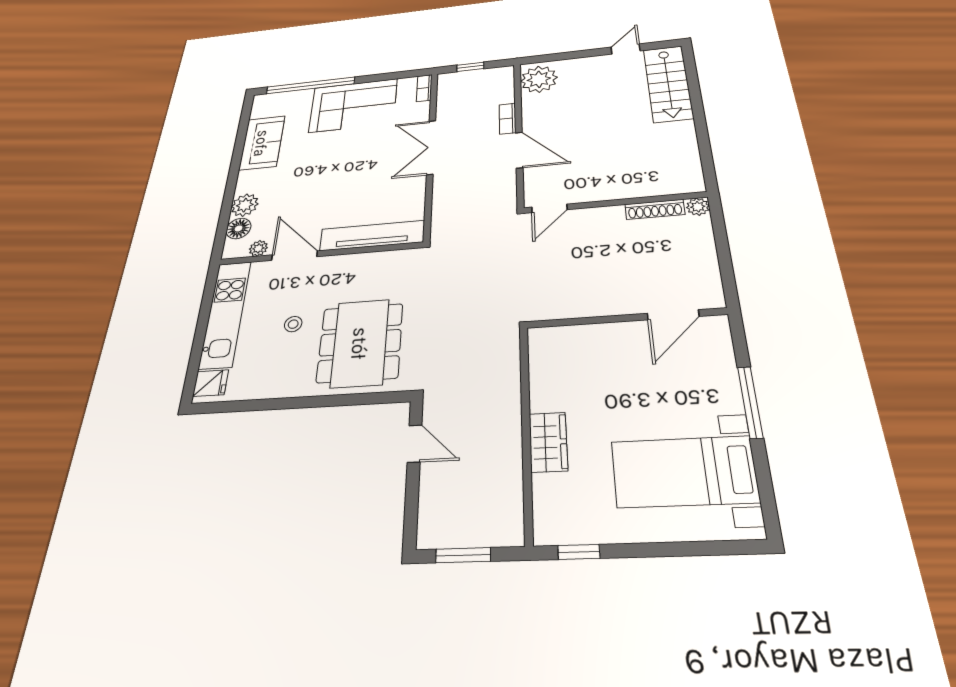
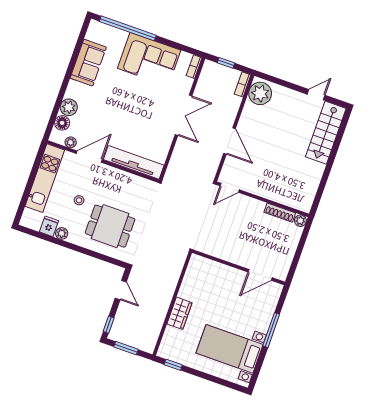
bookcase: (507, 119) -> (243, 84), moved
double door: (431, 147) -> (184, 115), swing flipped
door: (294, 256) -> (89, 157), hinge flipped
dining table: (360, 343) -> (110, 226), width x0.73
fridge: (211, 383) -> (49, 226), moved, turned -90
plant: (274, 388) -> (62, 233), added
window: (411, 520) -> (109, 325), added

